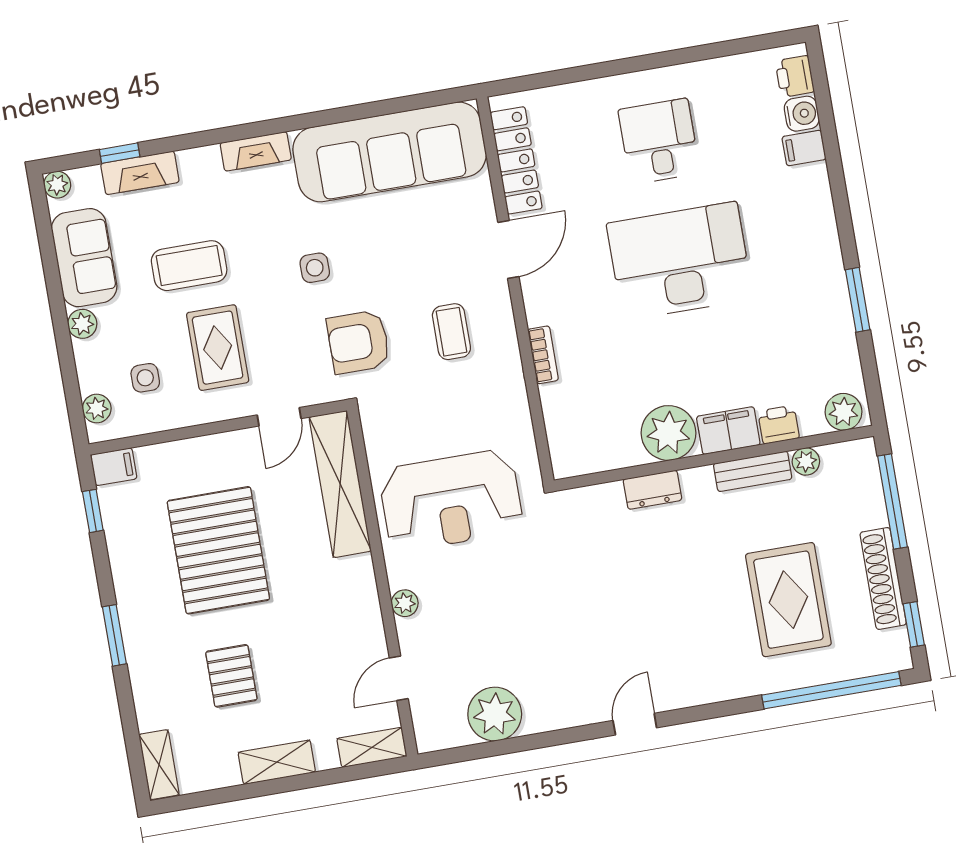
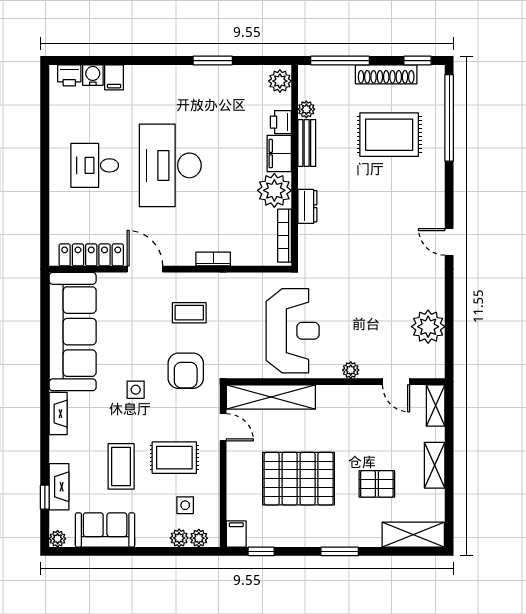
plant: (82, 324) -> (179, 538), moved
bookcase: (600, 462) -> (285, 236), added
shelving: (159, 765) -> (413, 535), width x1.50, depth x1.33

